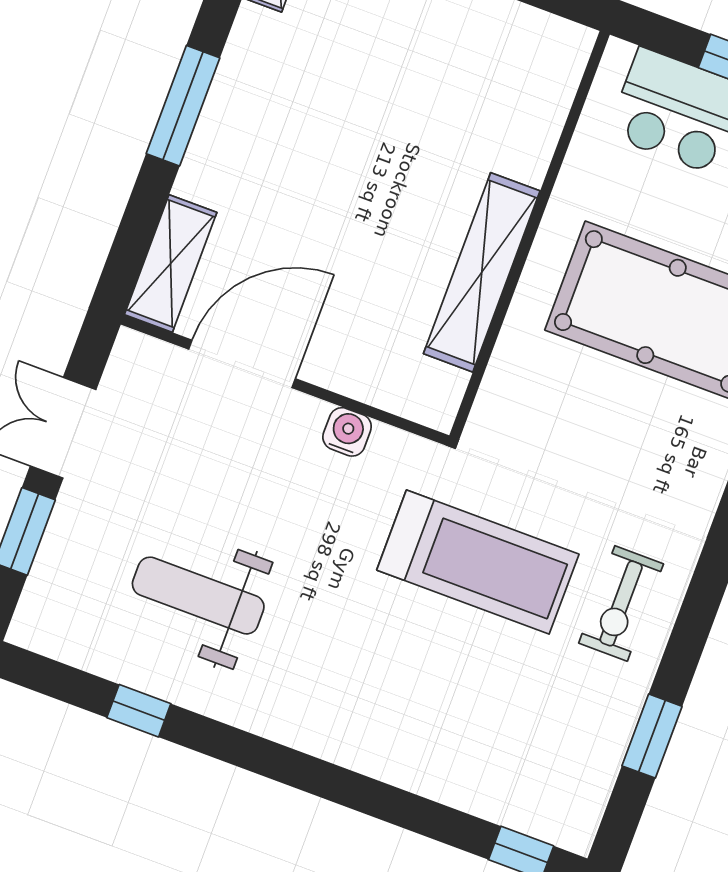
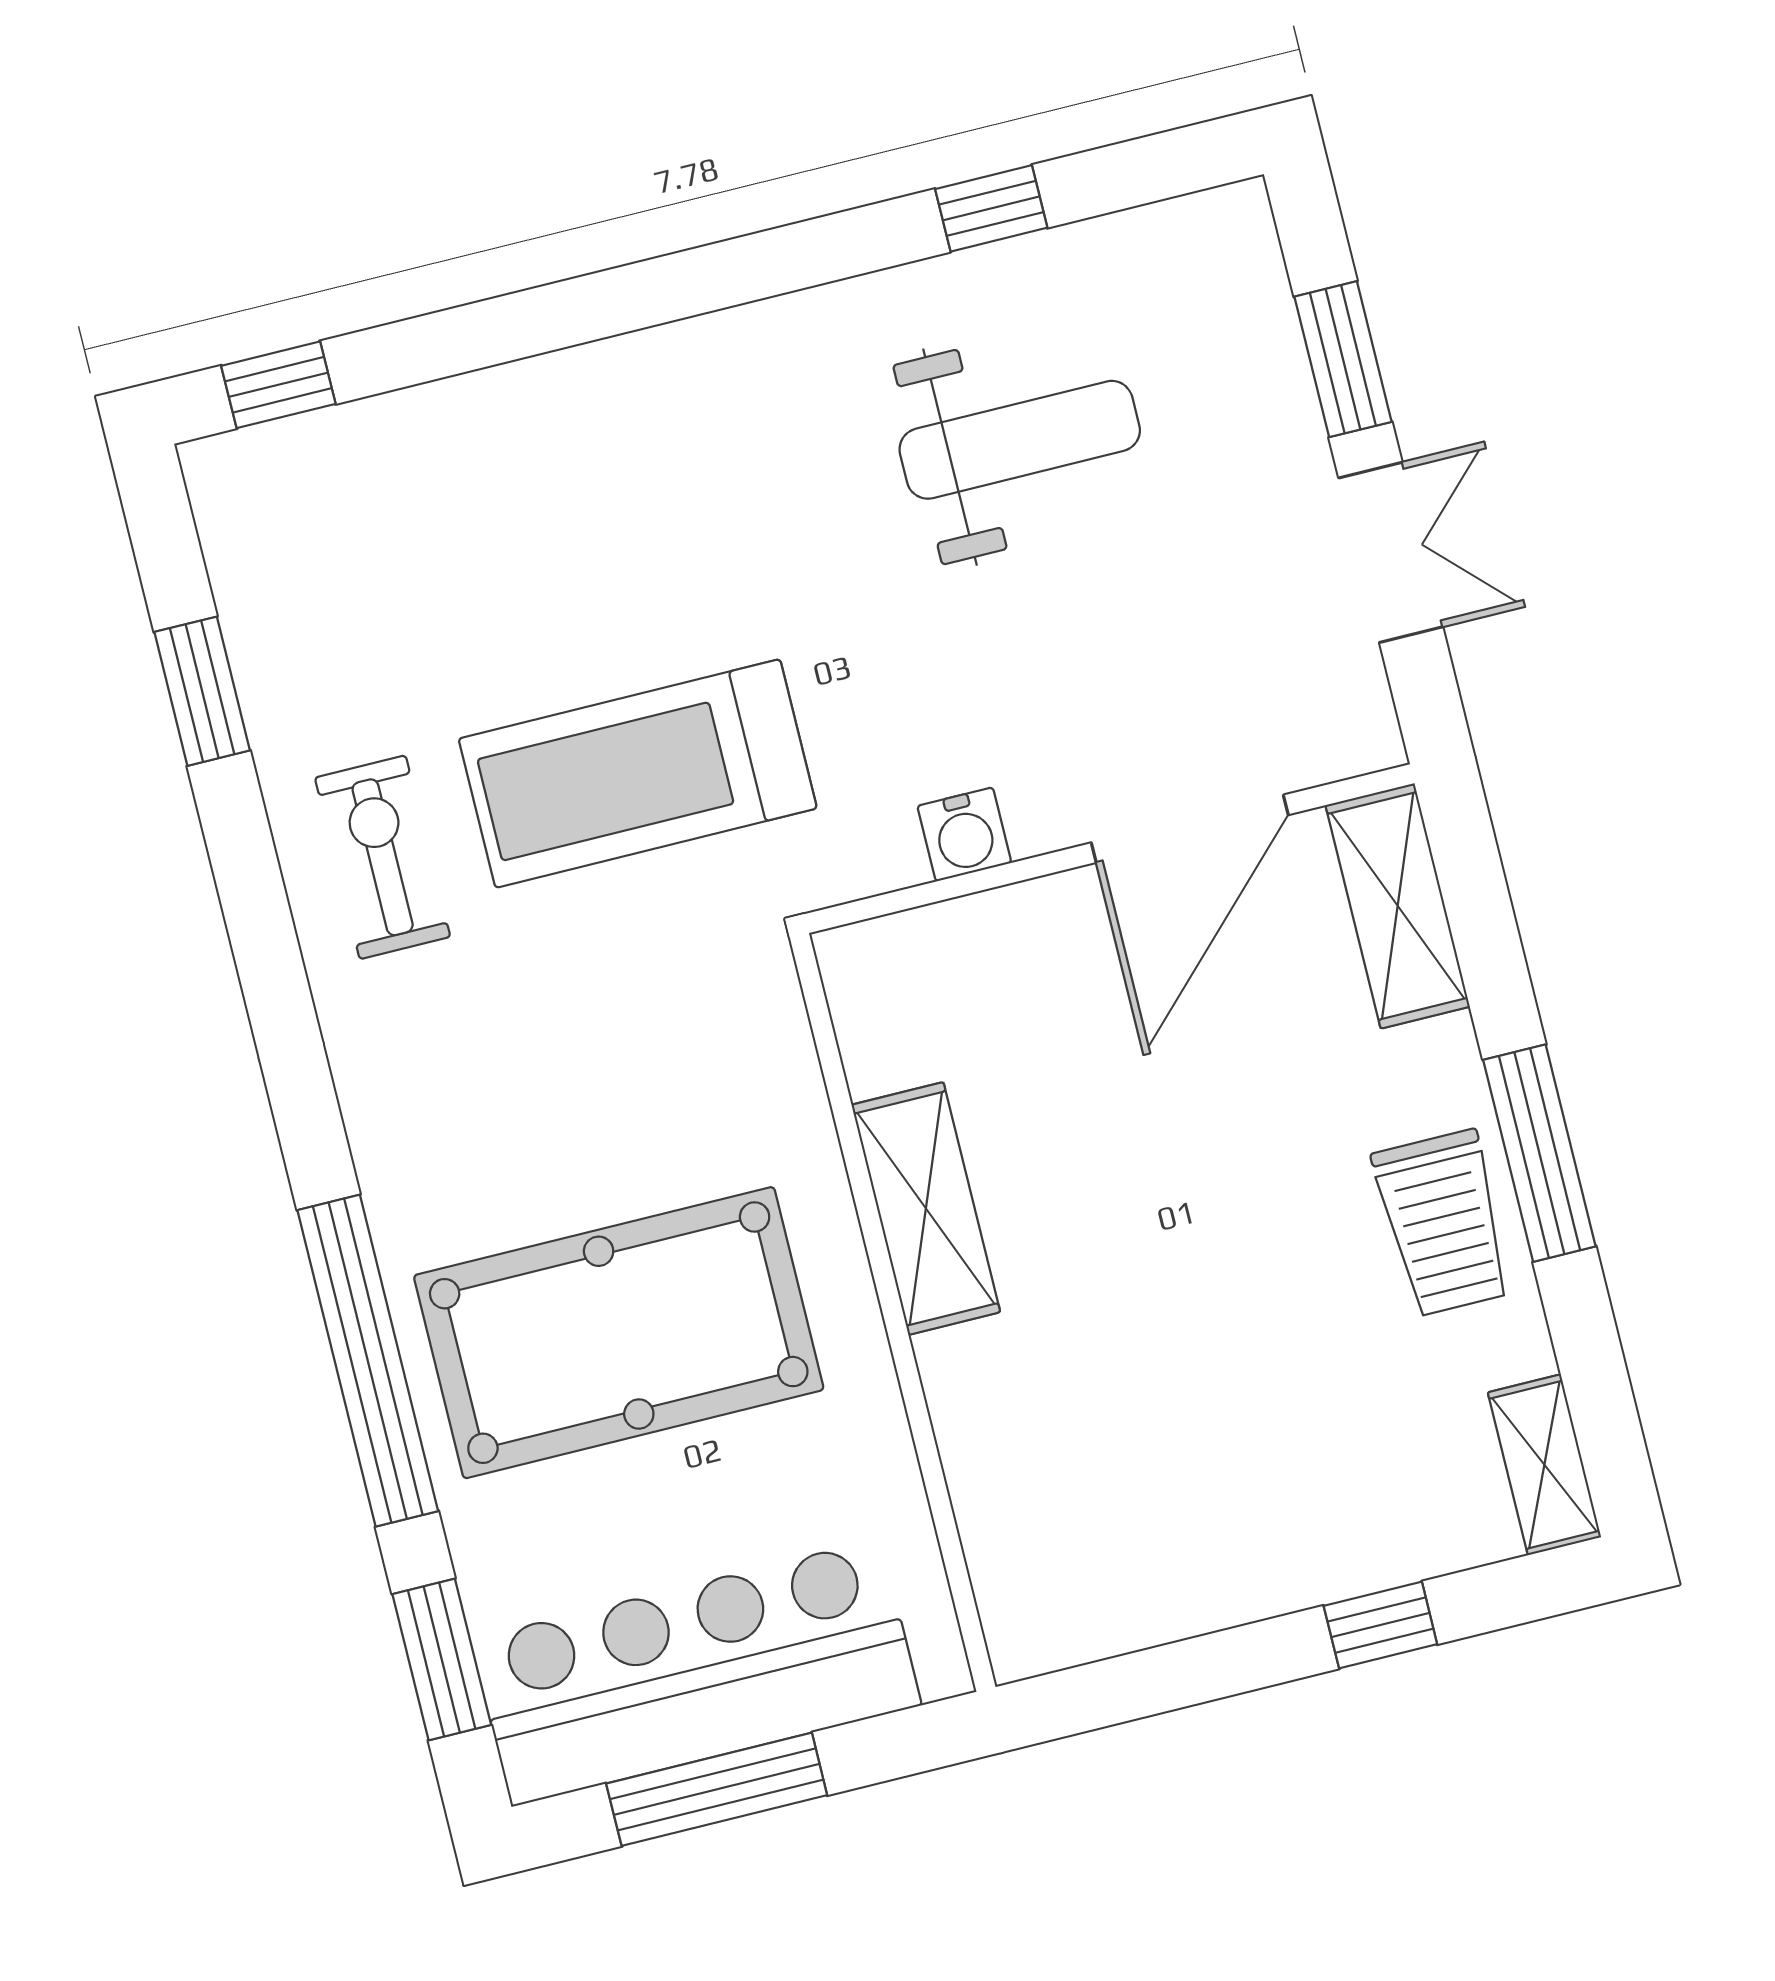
trolley: (249, 104) -> (1443, 1223), added
shelving: (482, 272) -> (926, 1208), width x0.68

